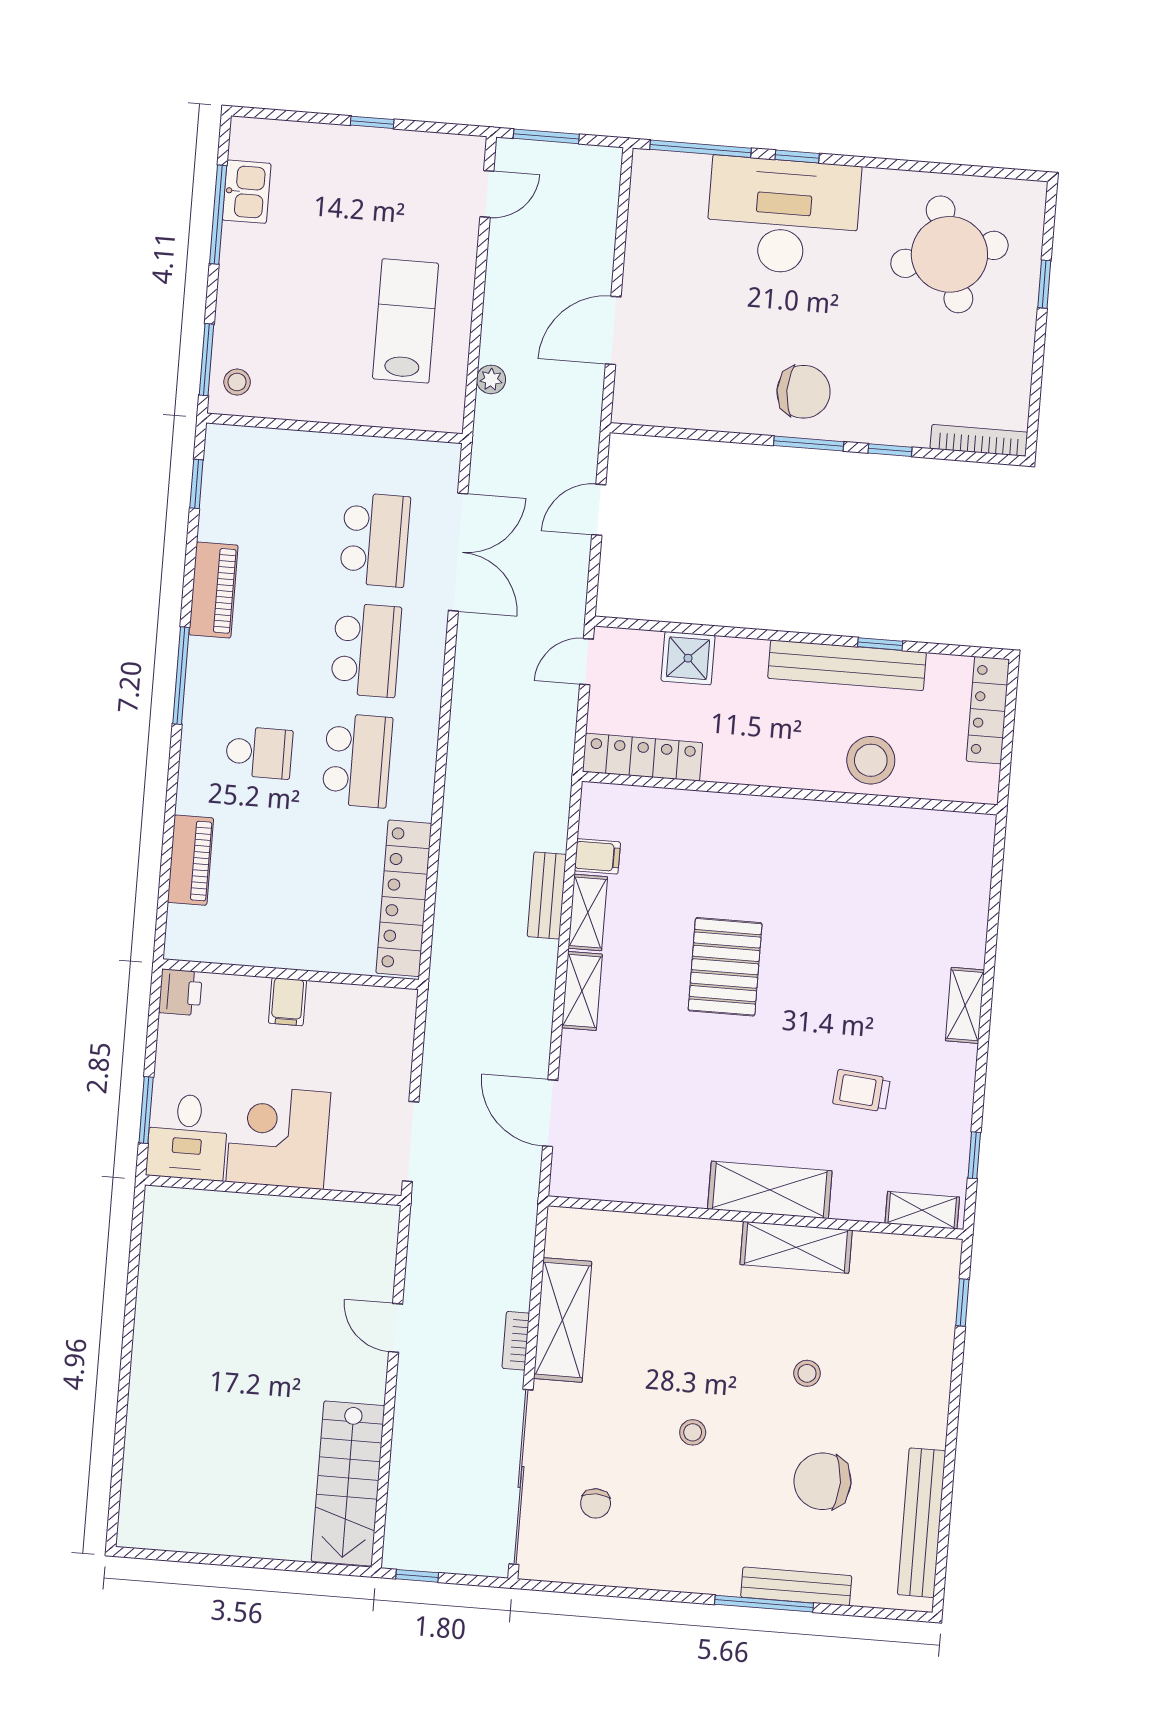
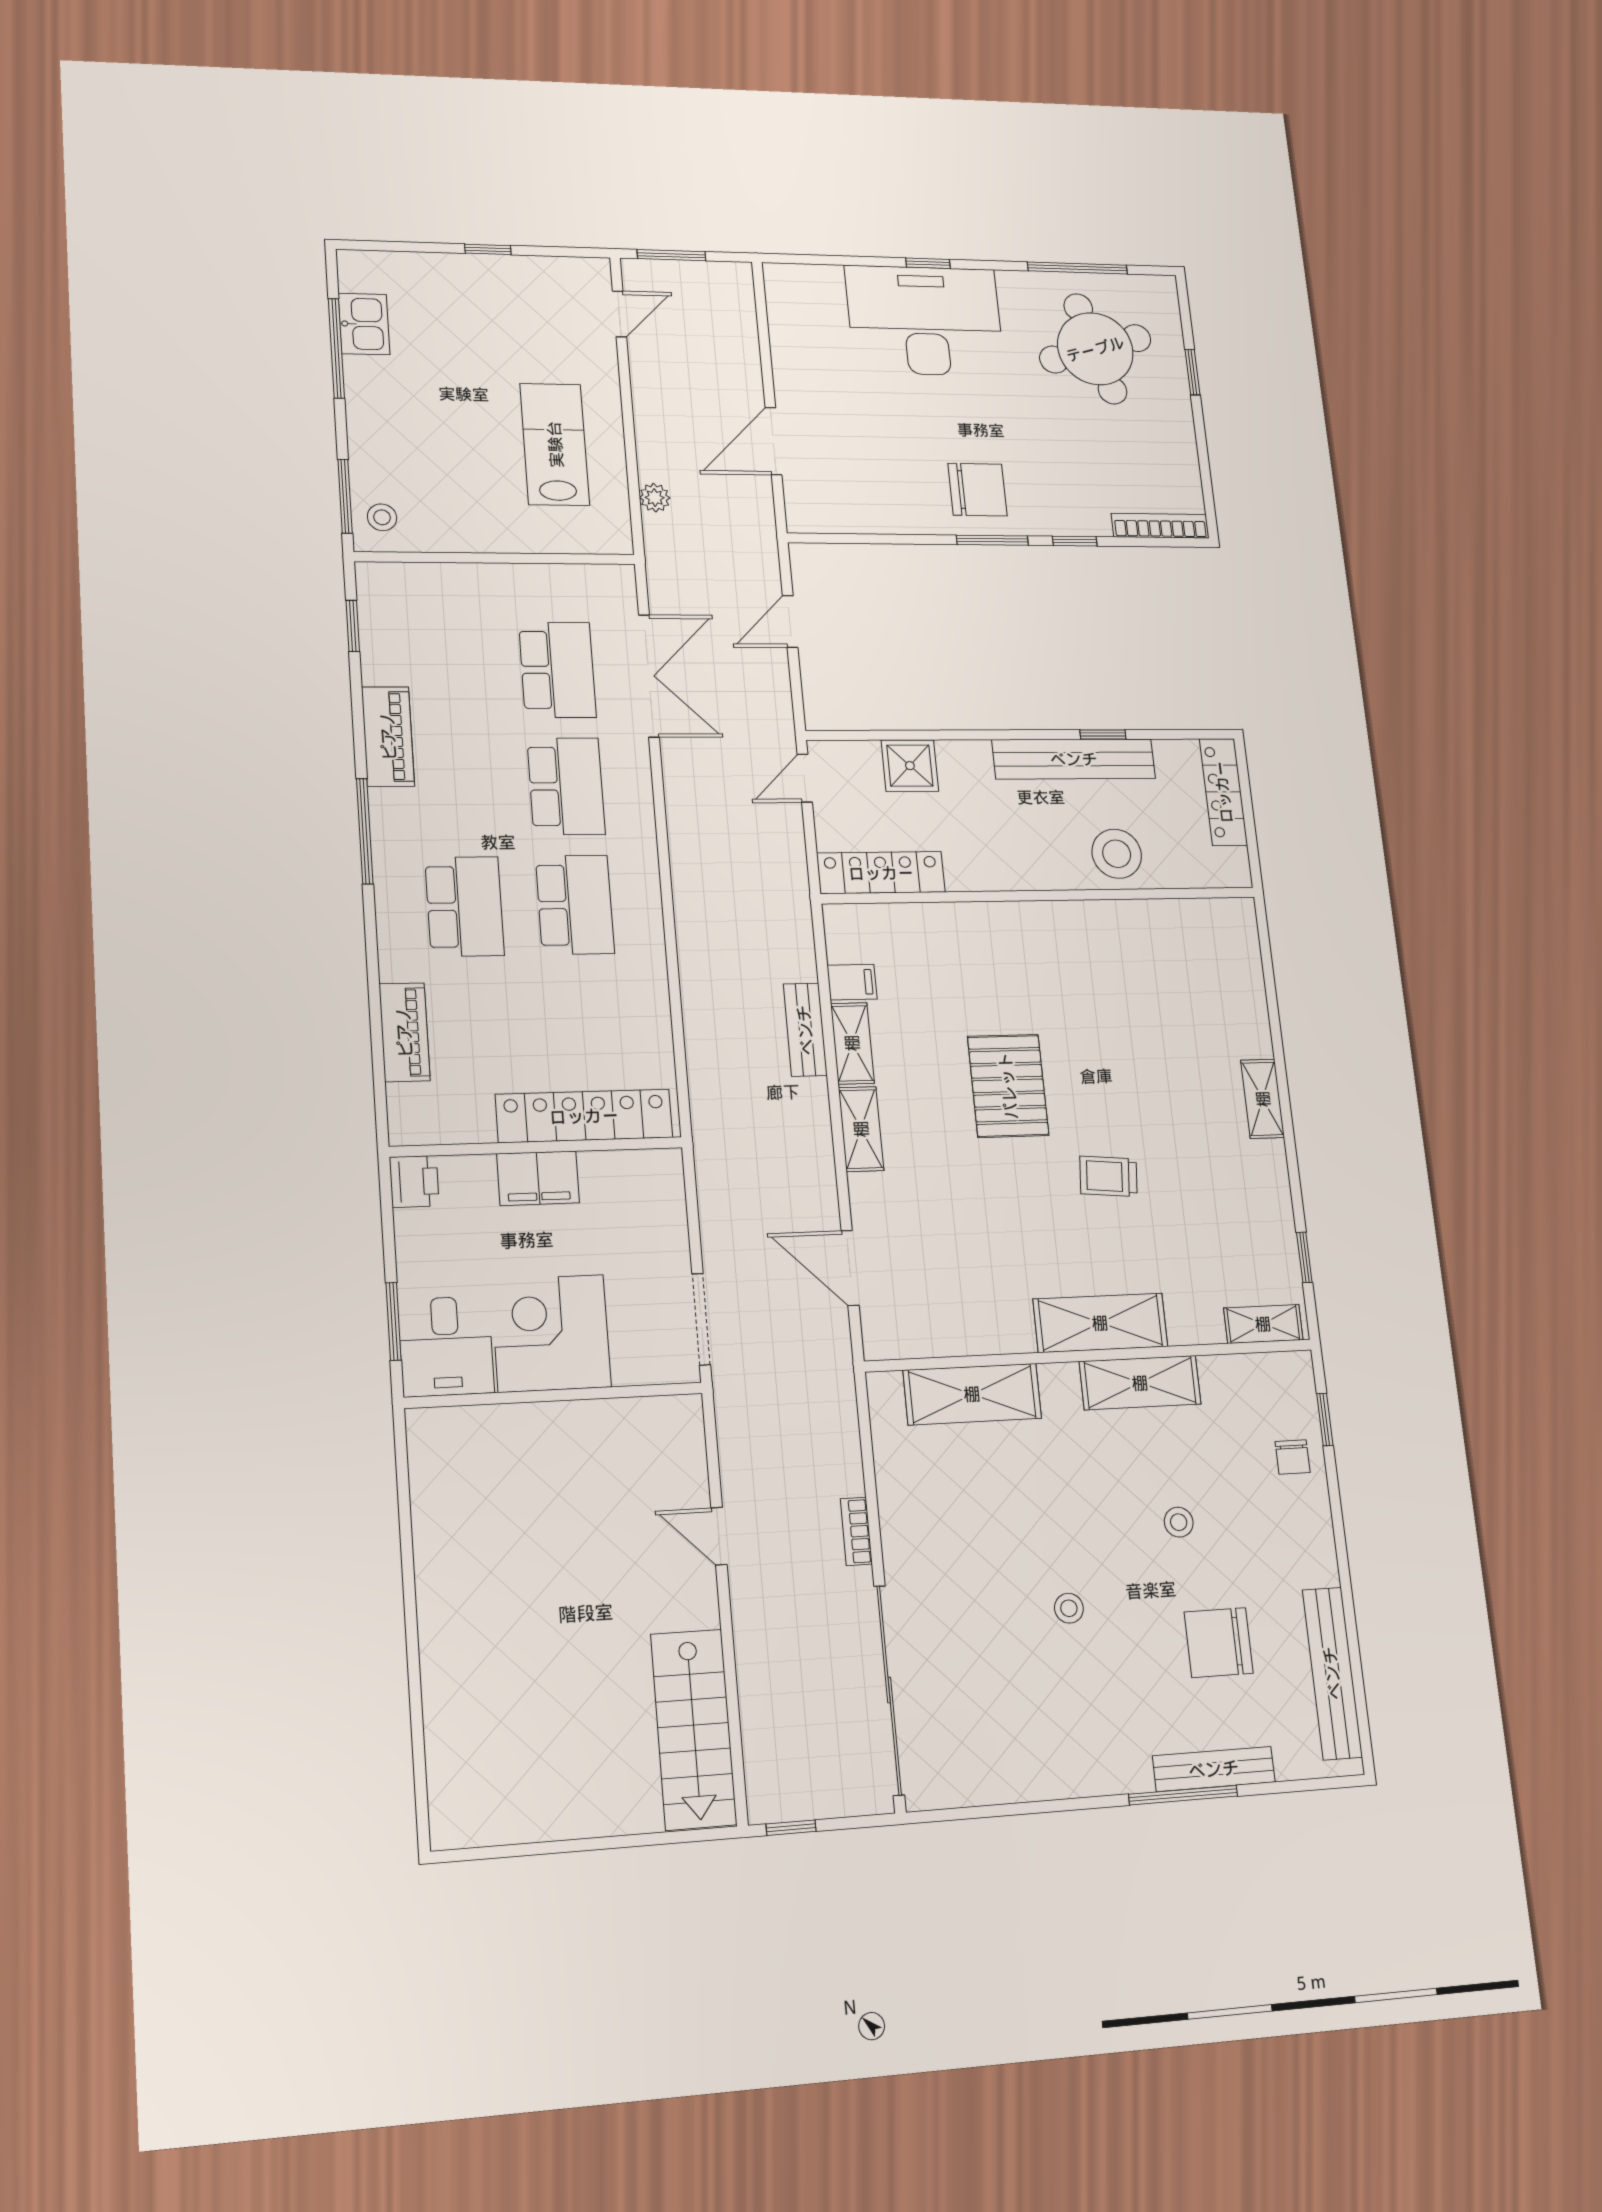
window: (700, 149) -> (1077, 268), moved
school desk: (259, 752) -> (465, 906), width x1.85
locker: (404, 898) -> (584, 1116), moved, turned 90
filing cabinet: (287, 1002) -> (538, 1178), width x2.00
trolley: (861, 1091) -> (1108, 1176), moved
shelving: (563, 1320) -> (972, 1394), moved, turned 90
chair: (596, 1503) -> (1293, 1457), moved

